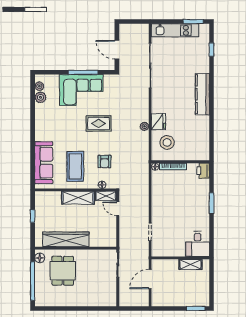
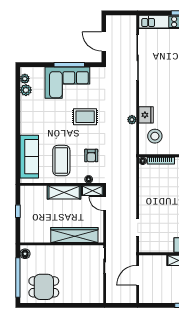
wardrobe: (66, 239) -> (74, 235), moved
dining table: (63, 271) -> (44, 287), moved, turned 90

